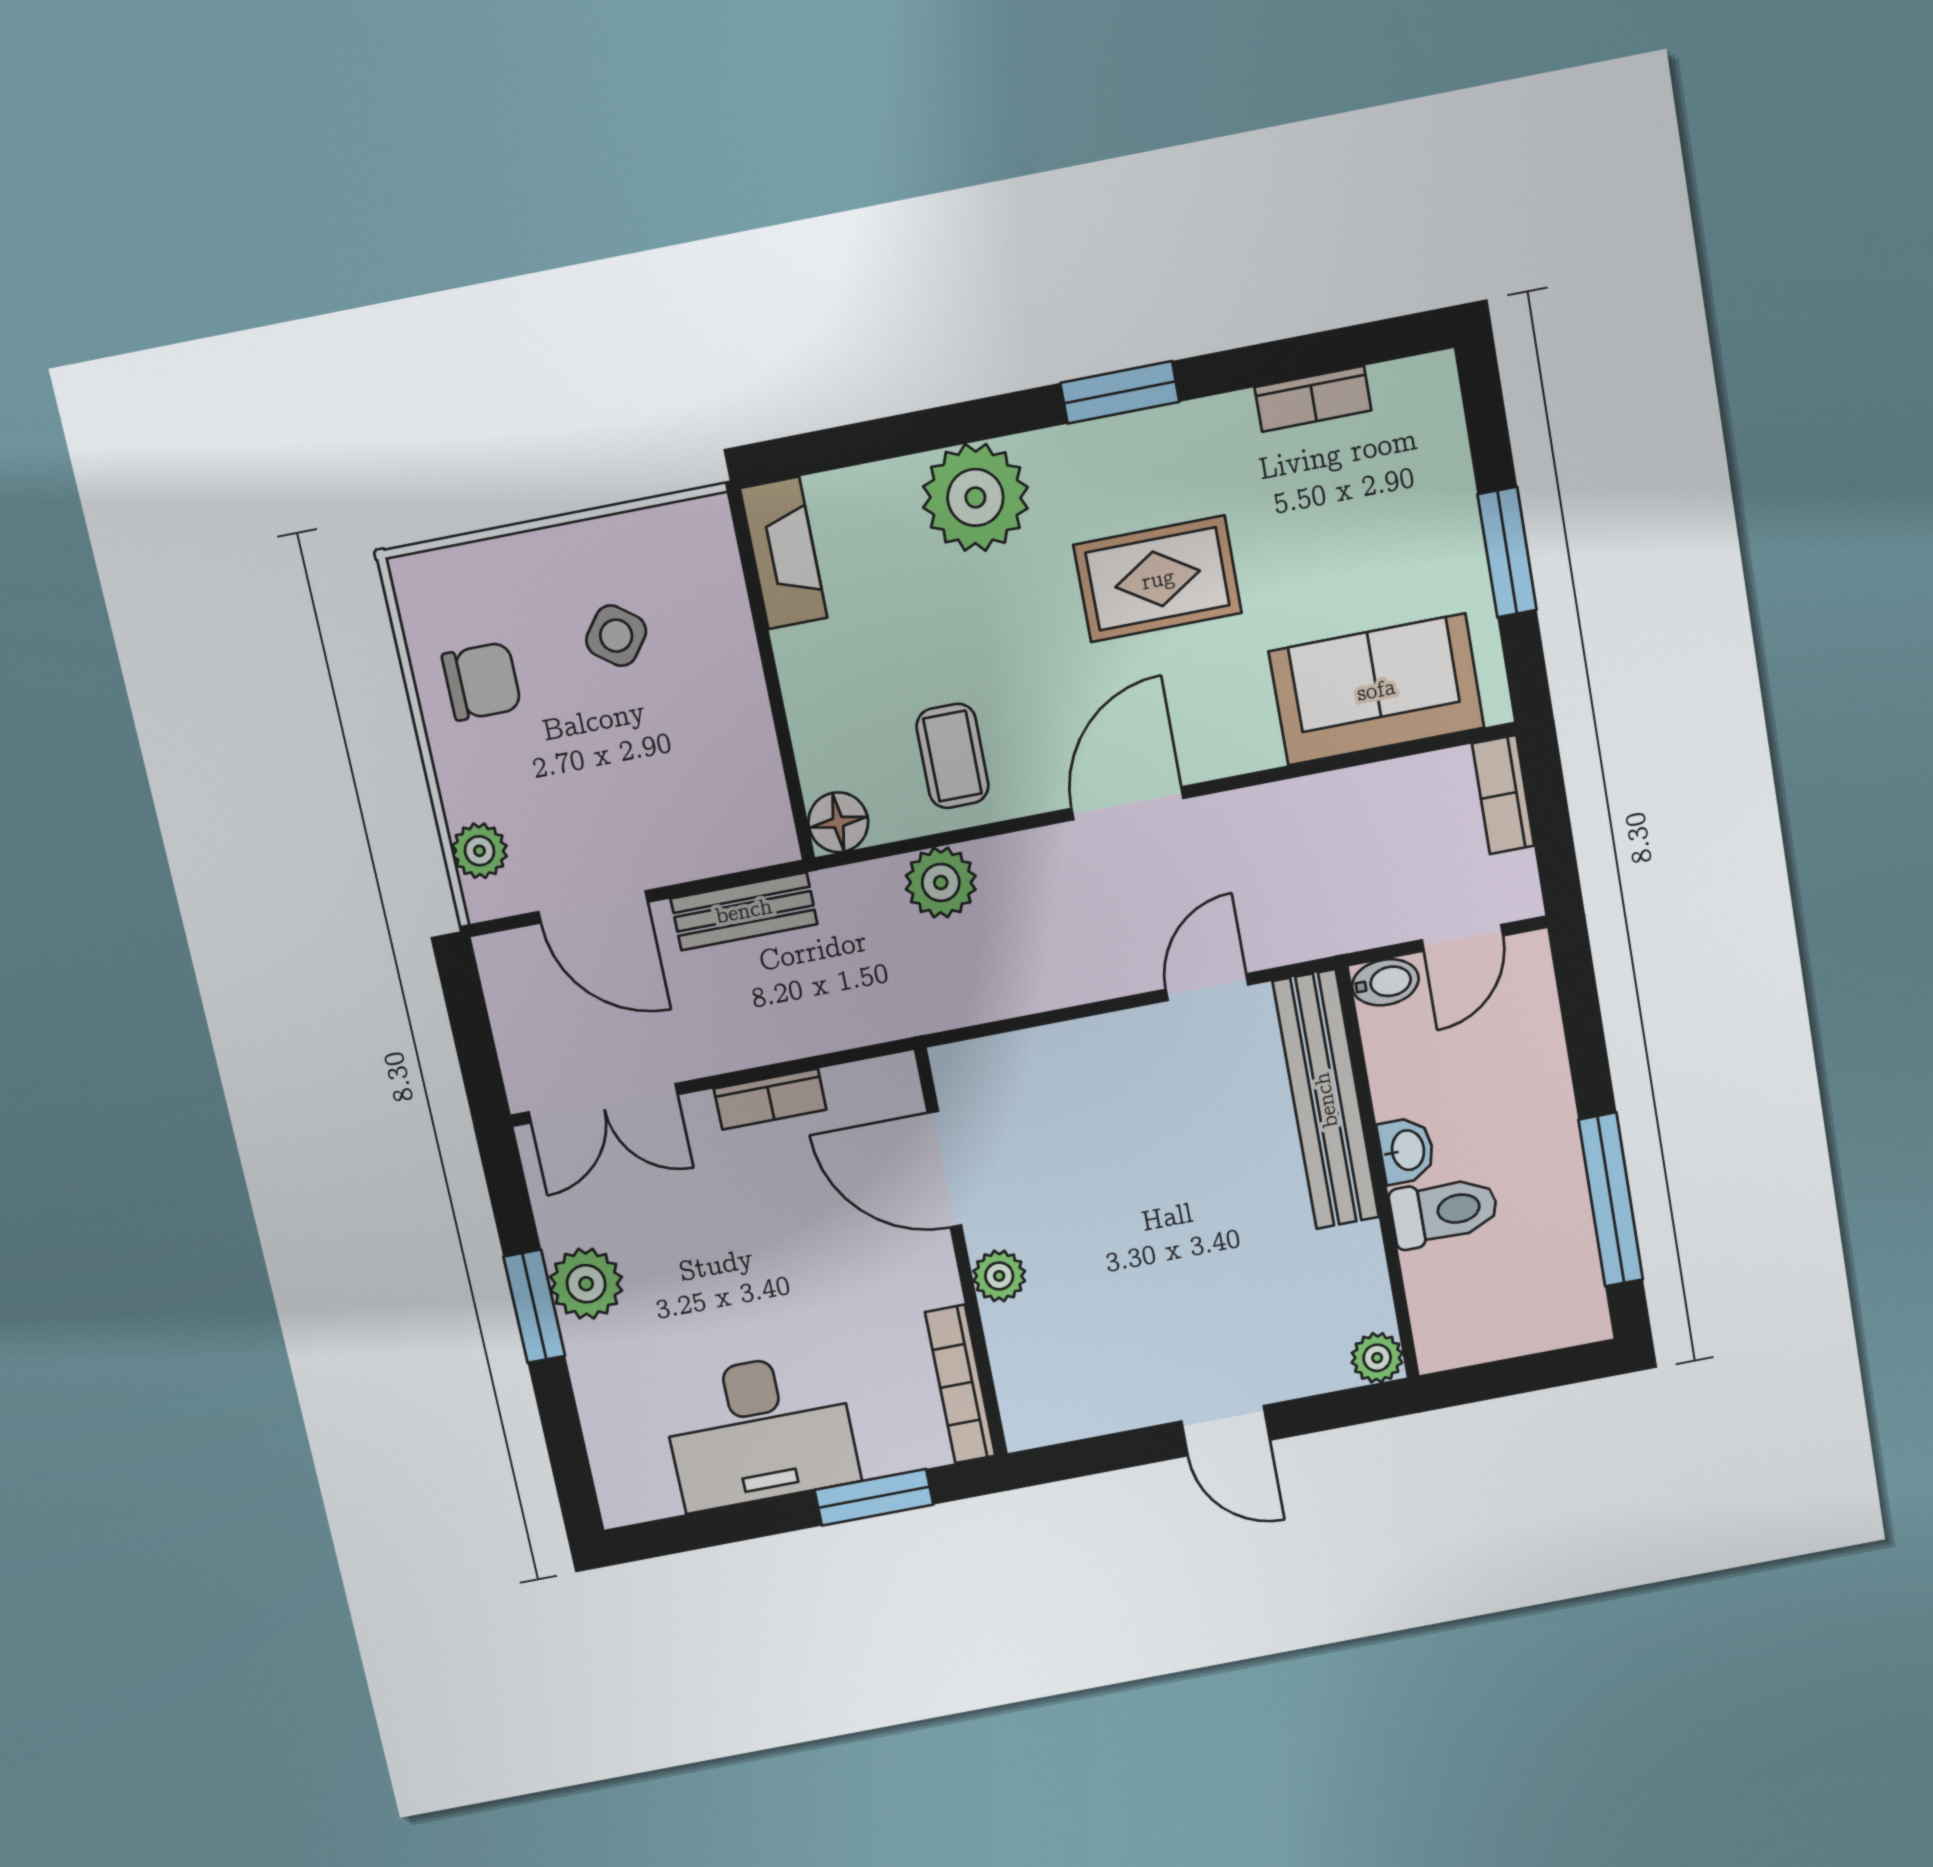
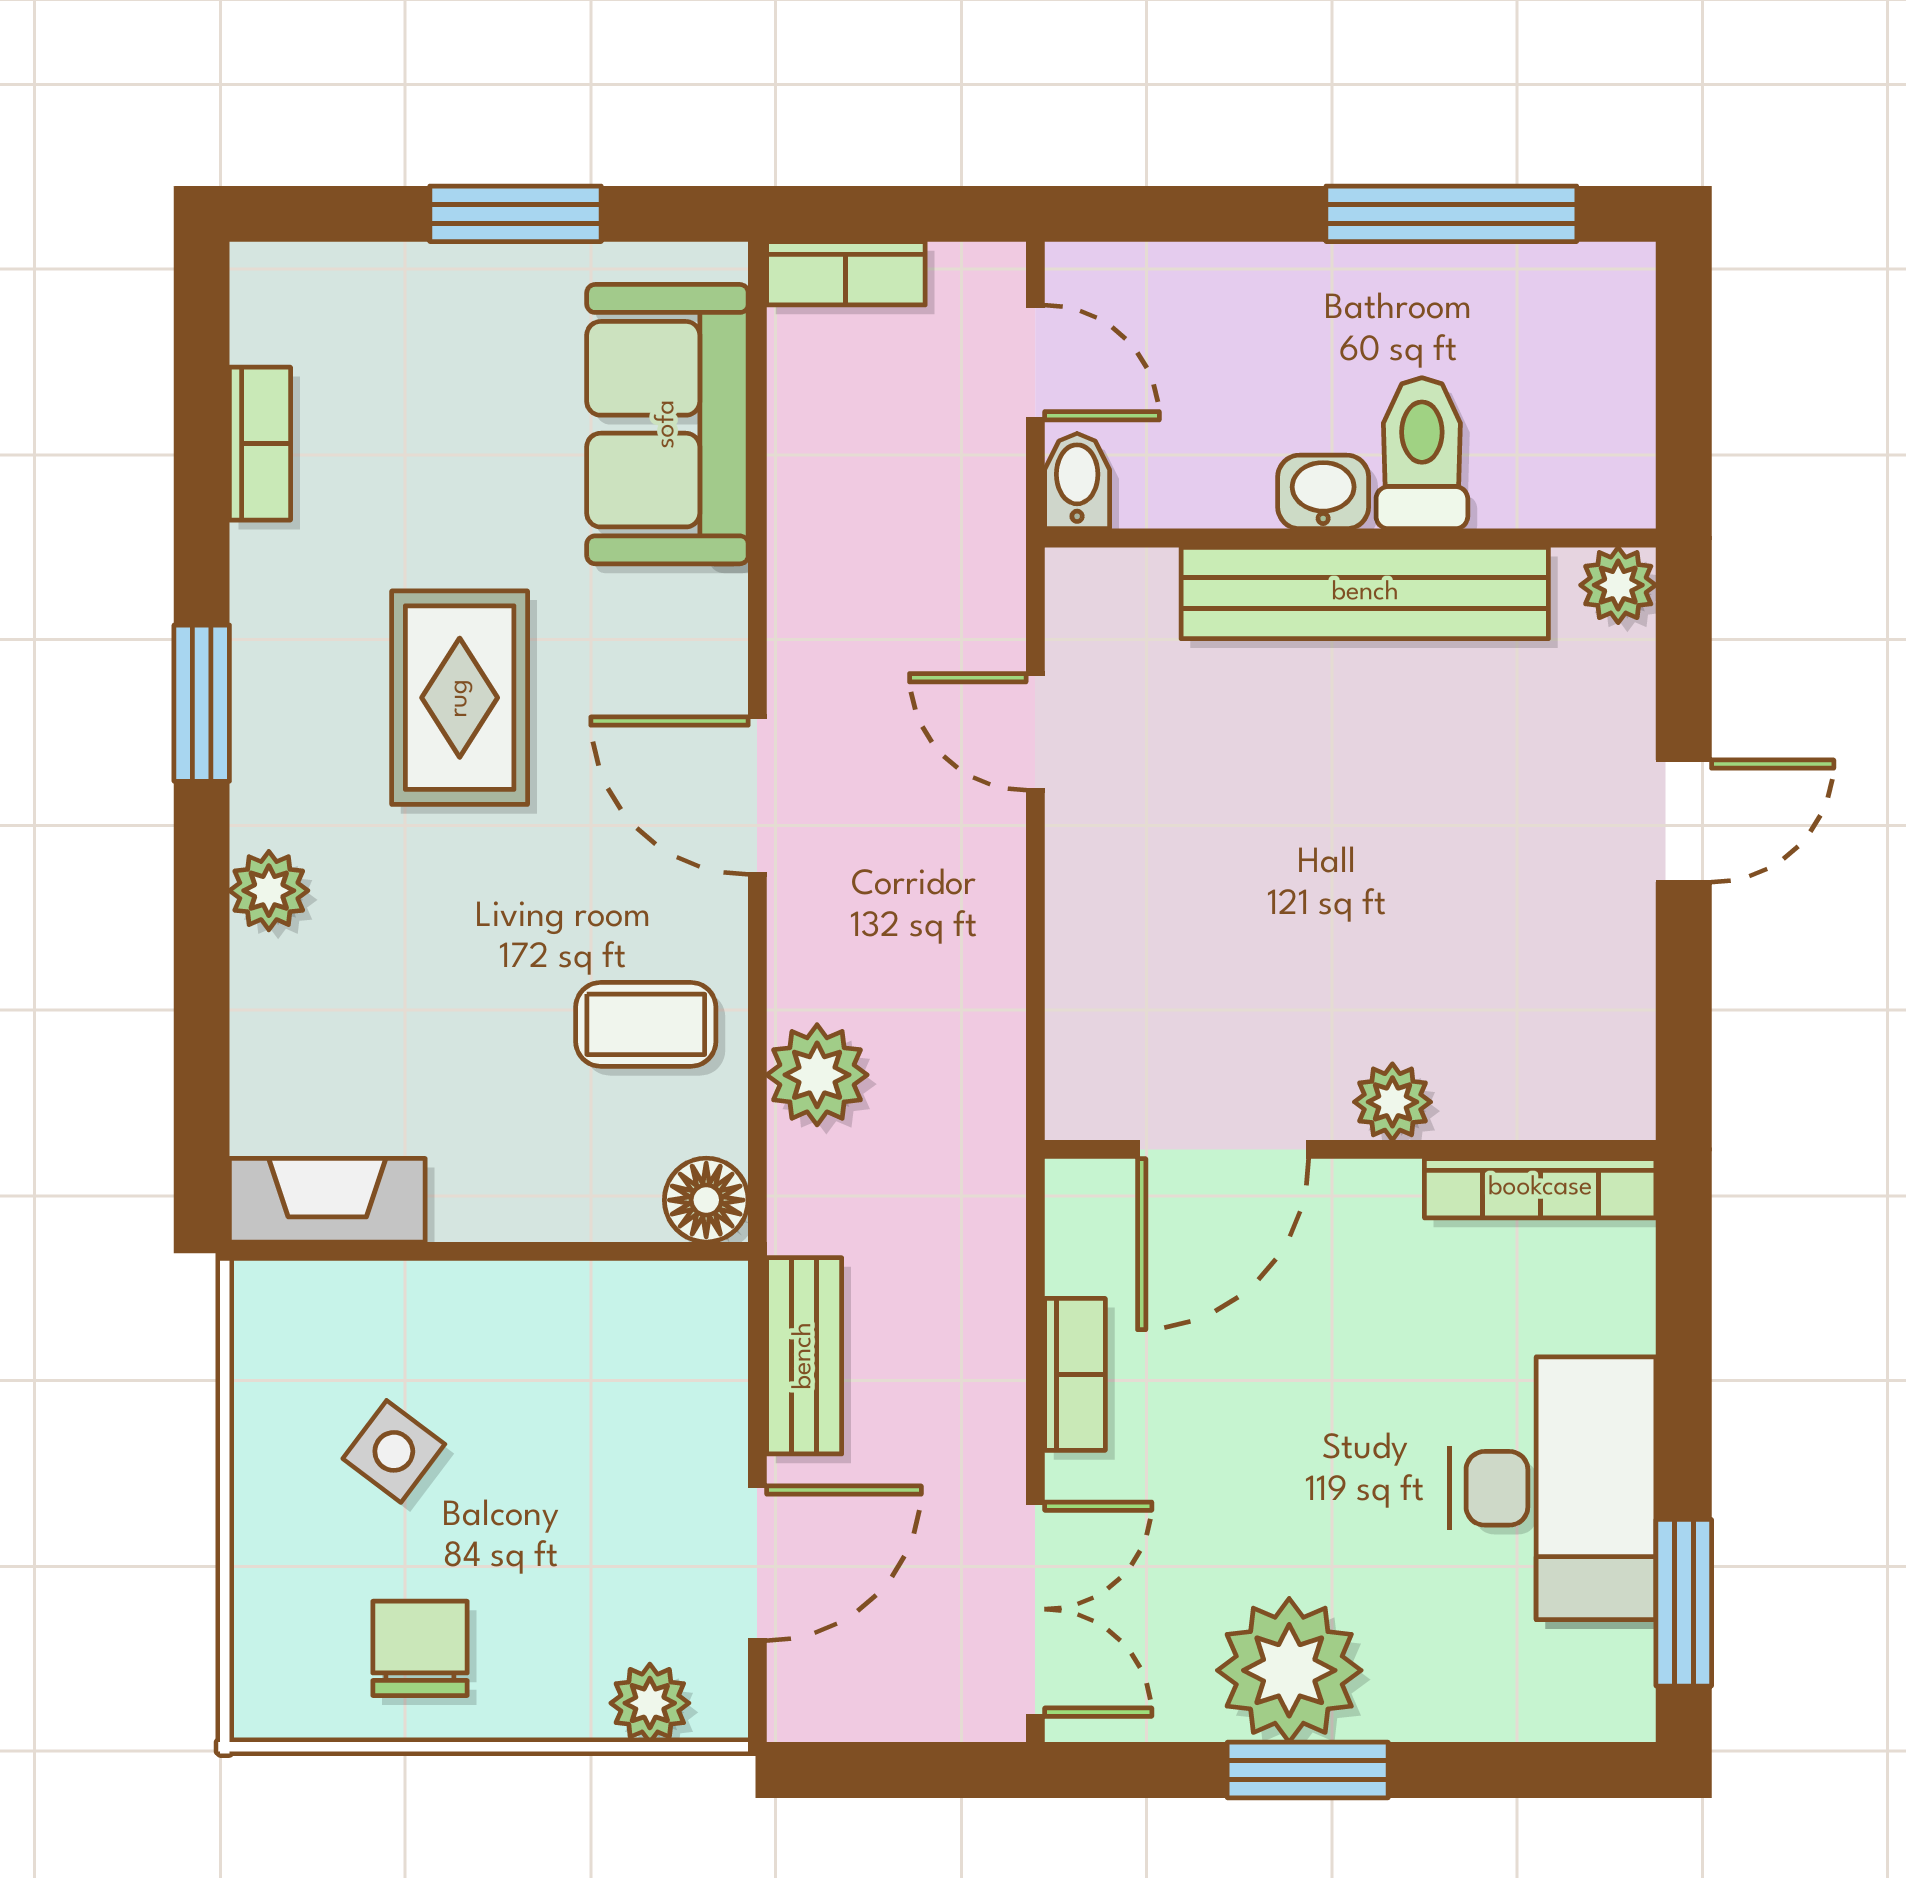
plant: (975, 497) -> (269, 891), width x0.53, depth x0.53
bench: (1326, 1100) -> (1365, 593), moved
plant: (586, 1284) -> (1289, 1670), width x1.36, depth x1.36
window: (874, 1497) -> (1684, 1603), moved

